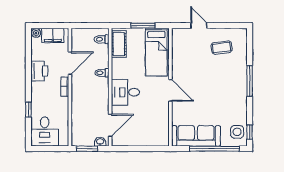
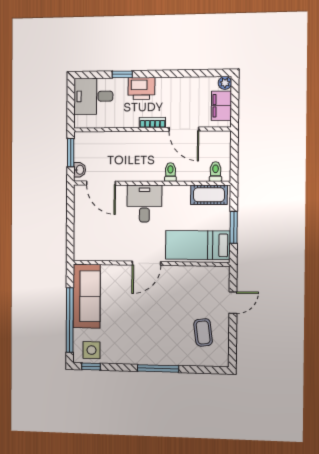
printer: (39, 71) -> (141, 88), moved

